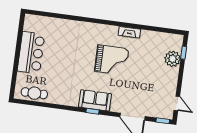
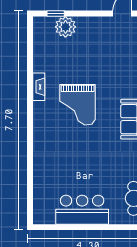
grand piano: (112, 60) -> (78, 105), turned 180

